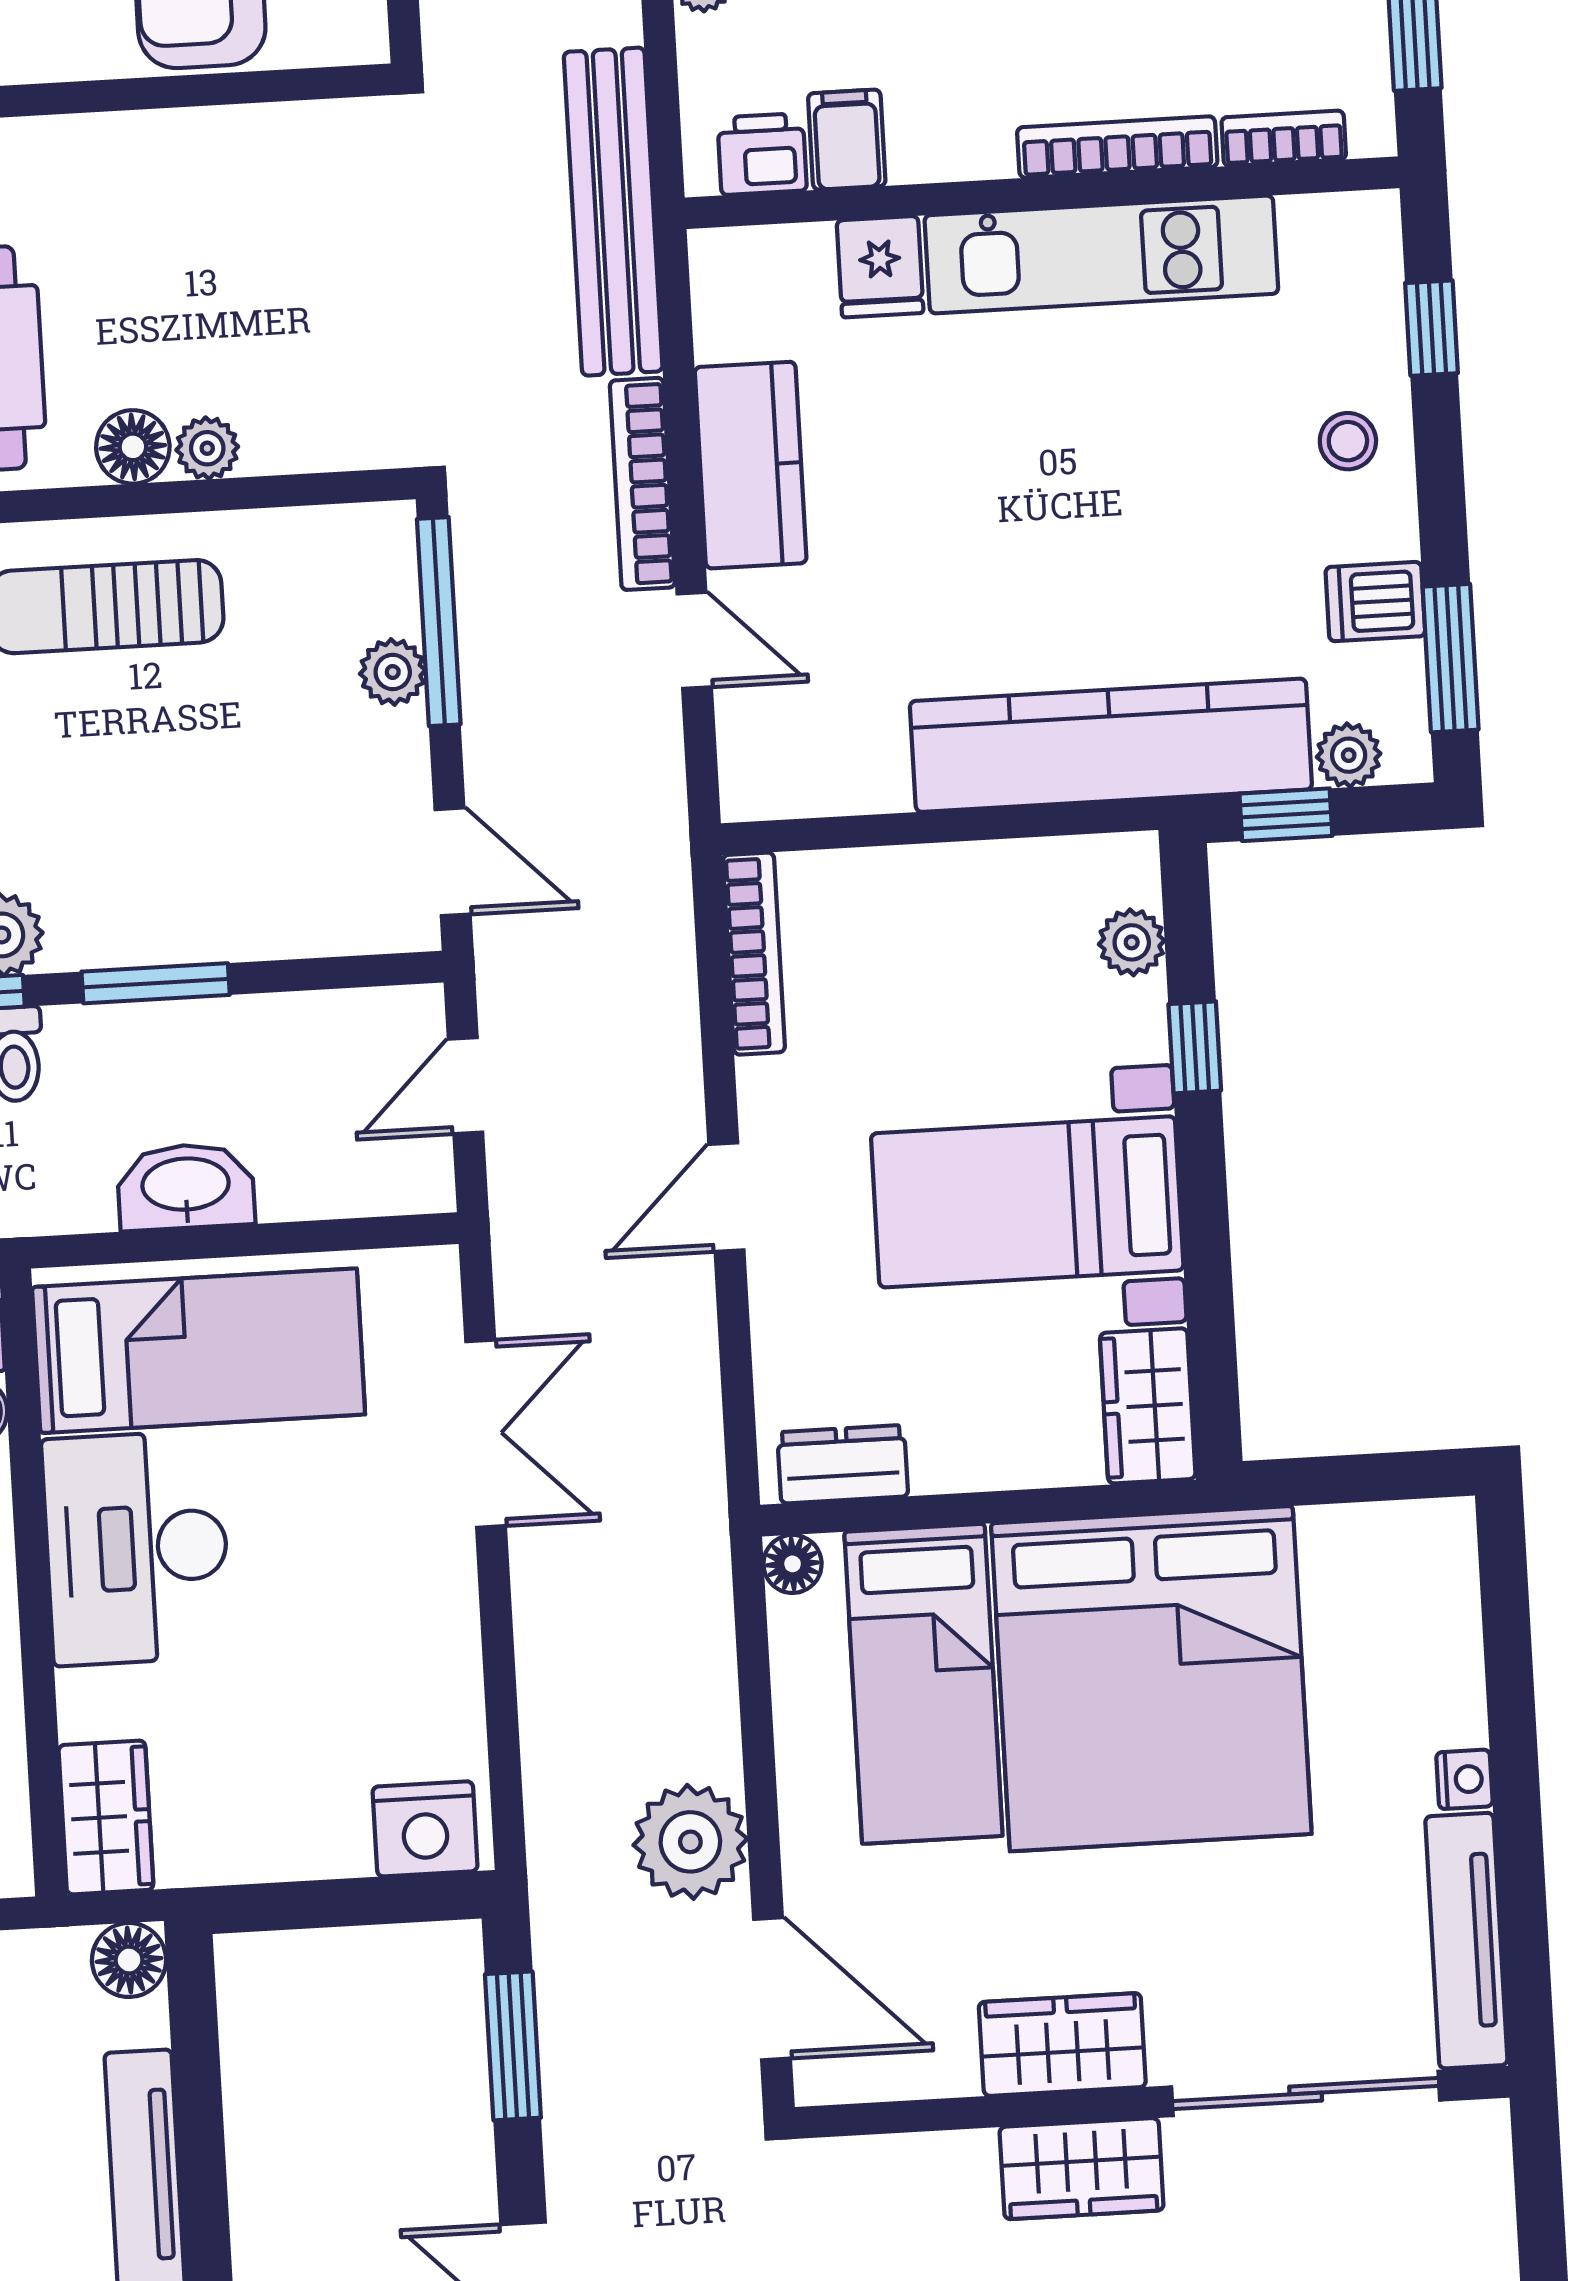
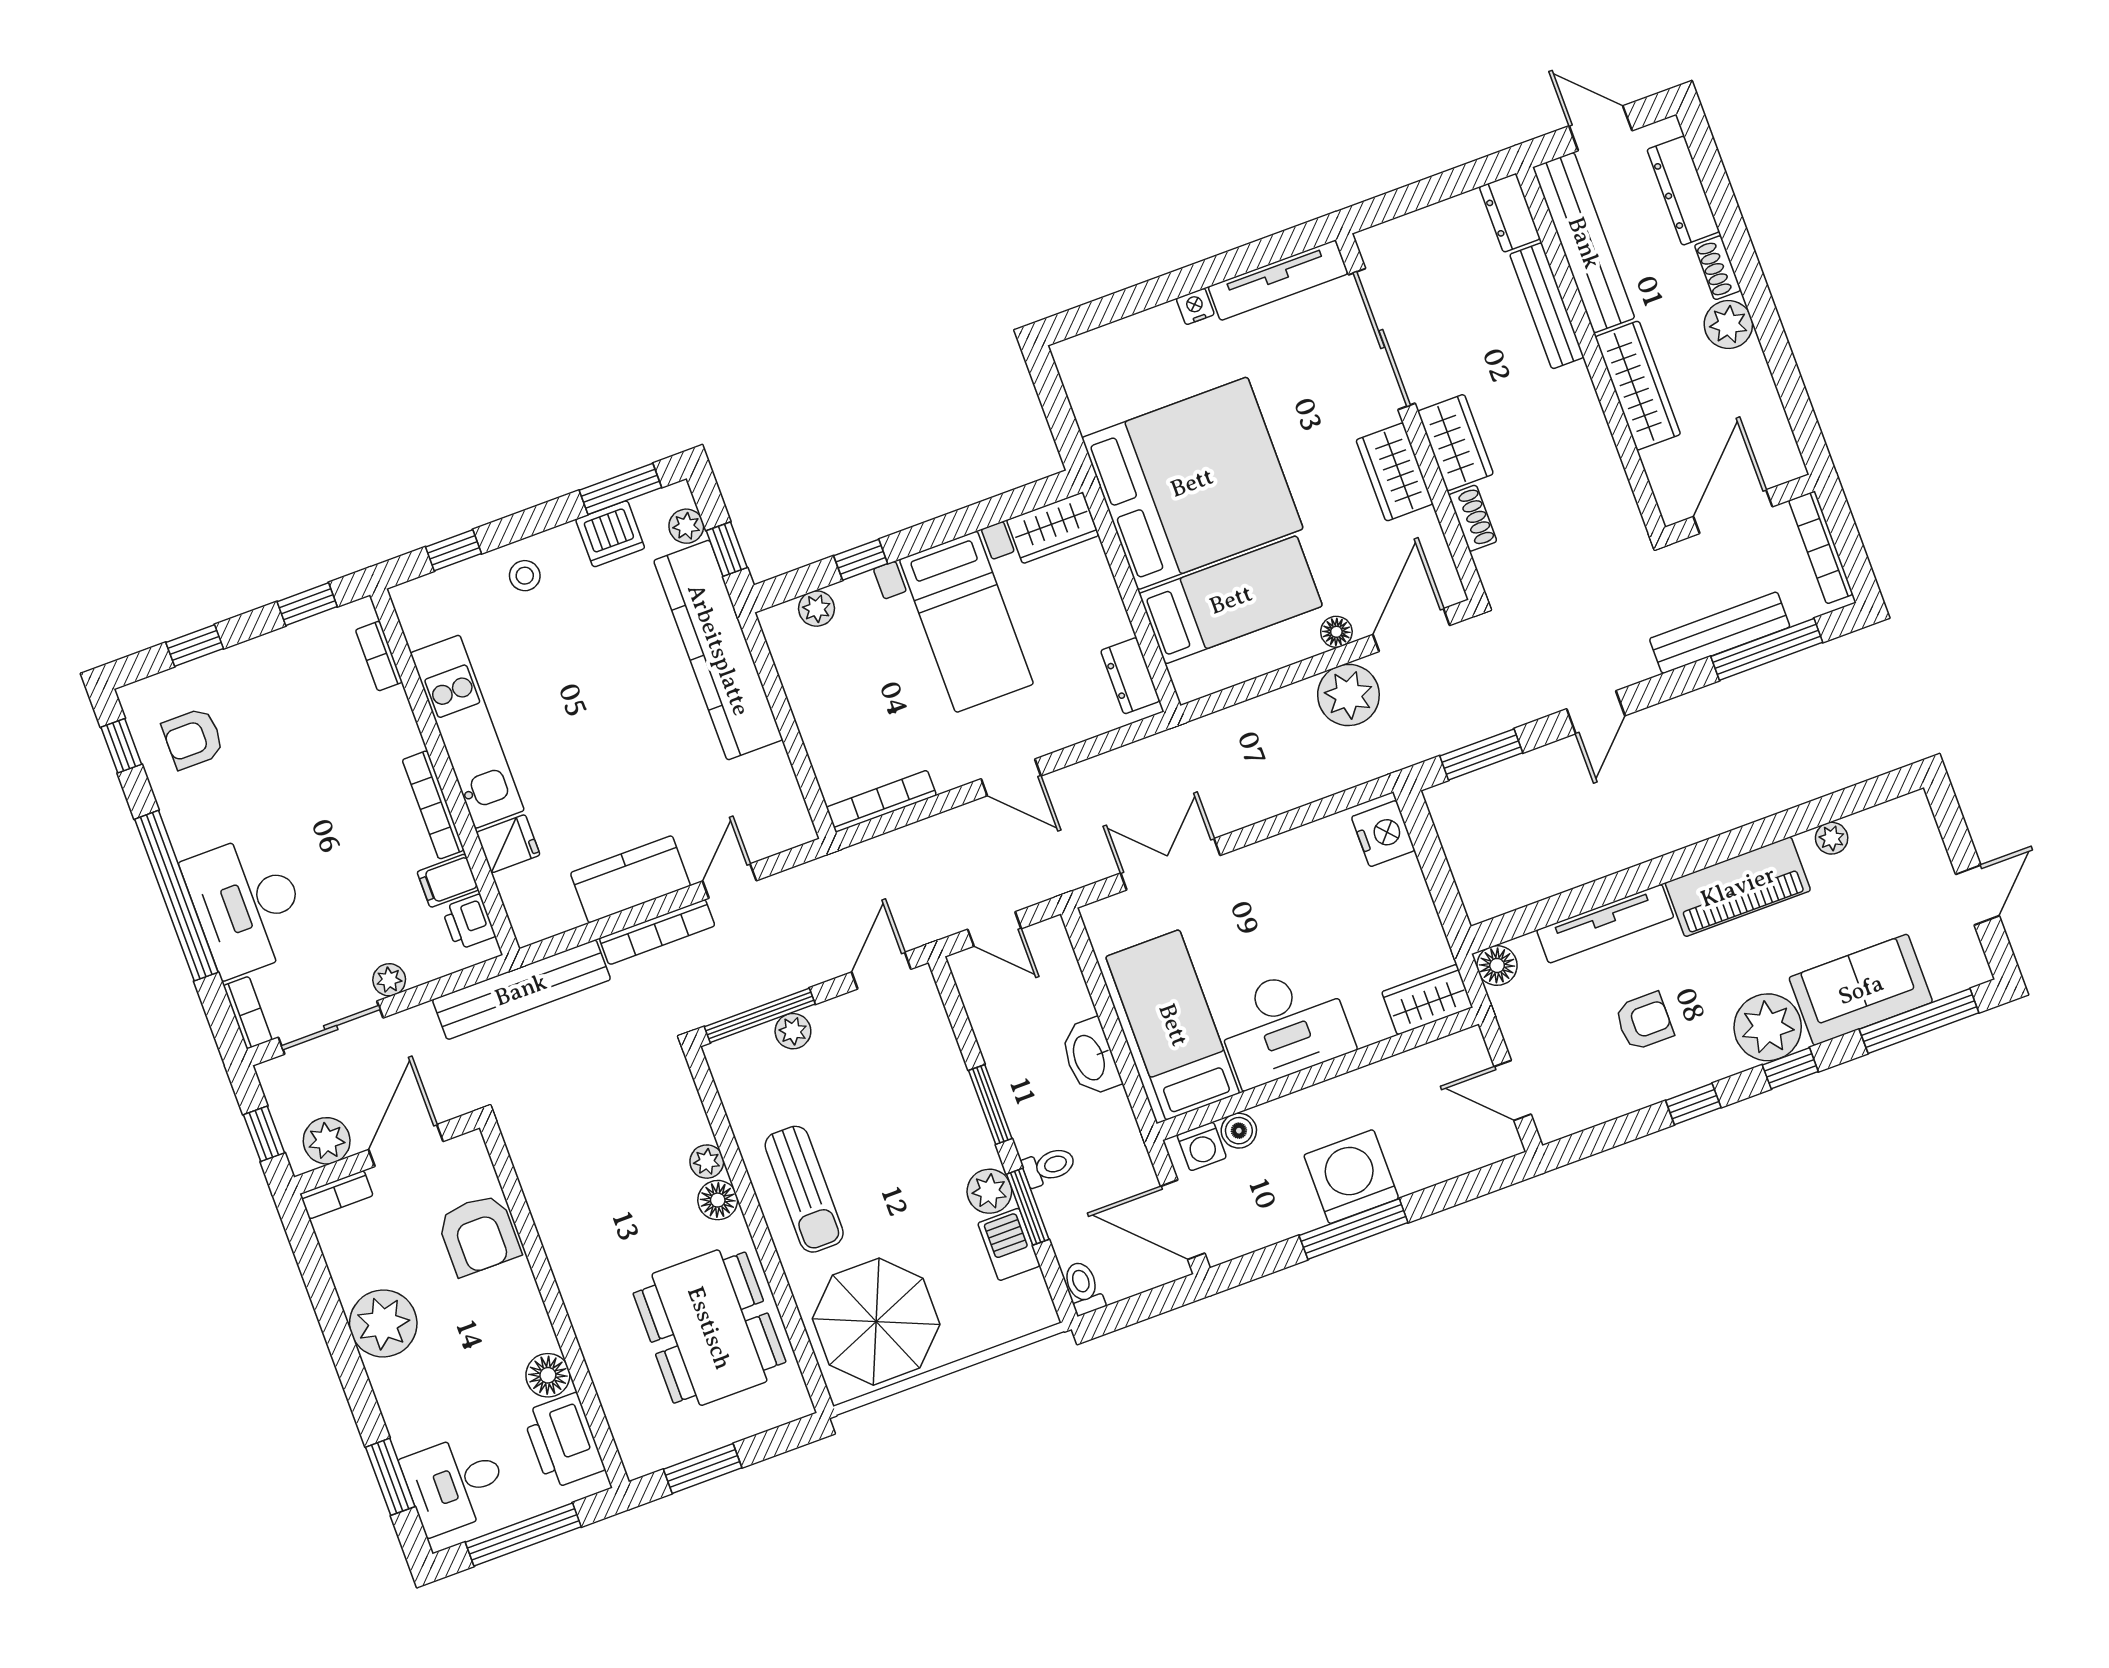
bookcase: (1117, 147) -> (433, 805), moved
dishwasher: (1375, 602) -> (610, 534), width x1.38
floor lamp: (793, 1564) -> (1336, 632), moved
shoe rack: (938, 2158) -> (1473, 518), added

